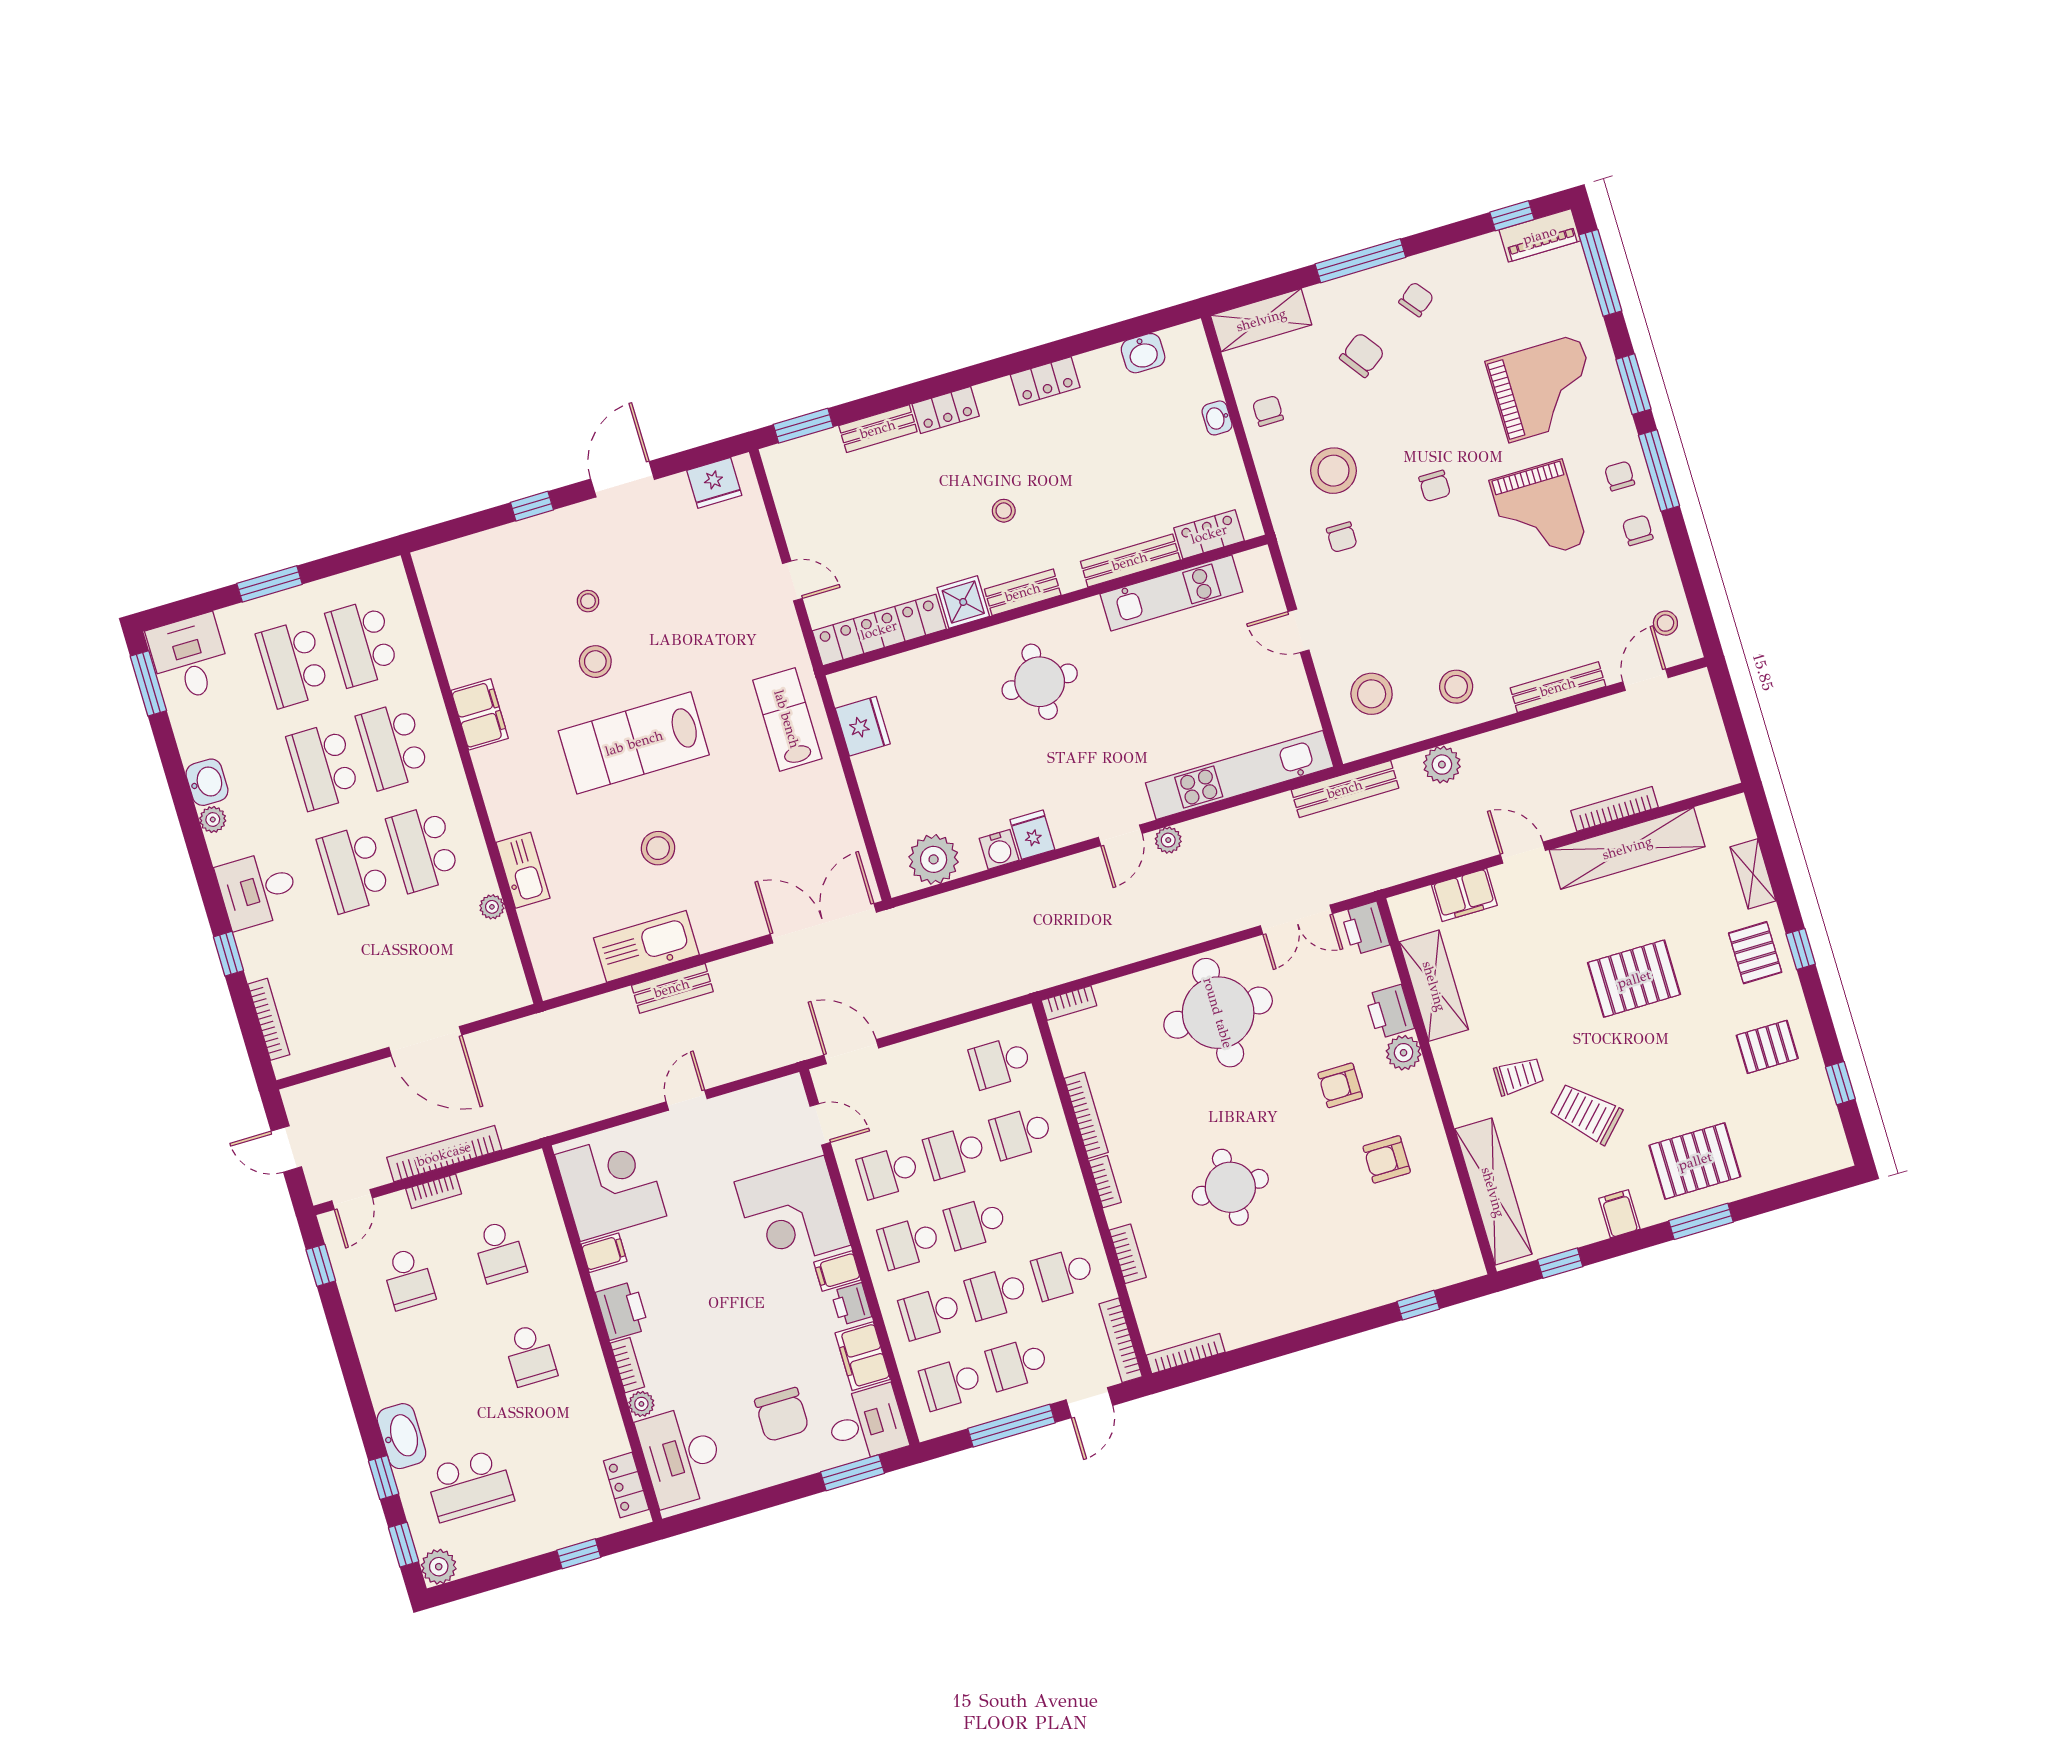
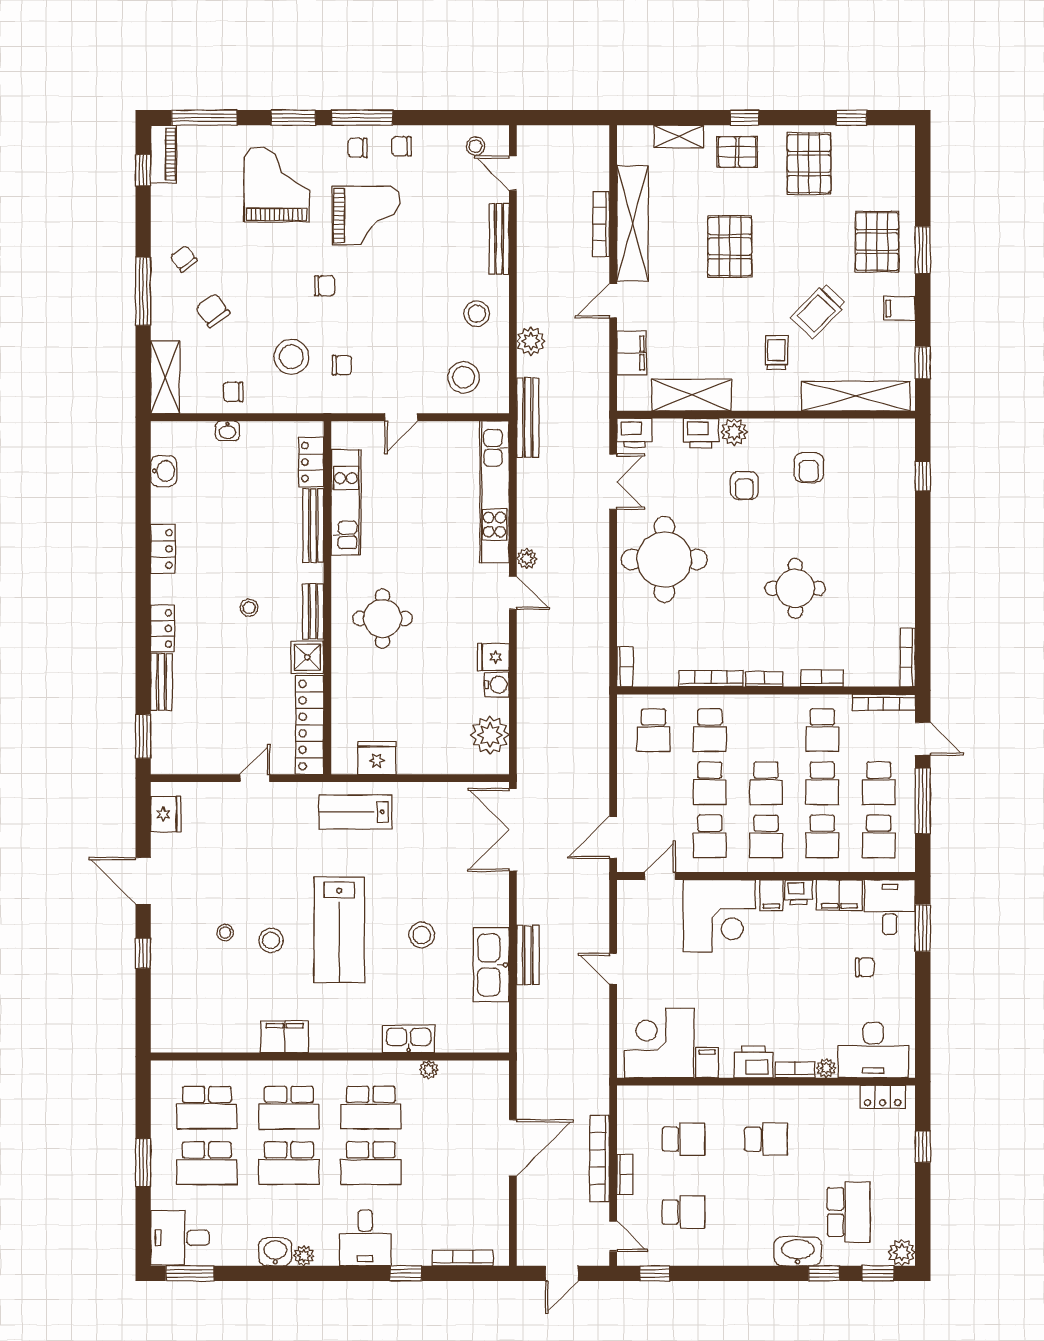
pallet: (1767, 1047) -> (809, 164), width x1.50, depth x1.42
chair: (782, 1415) -> (865, 967), width x0.54, depth x0.54

